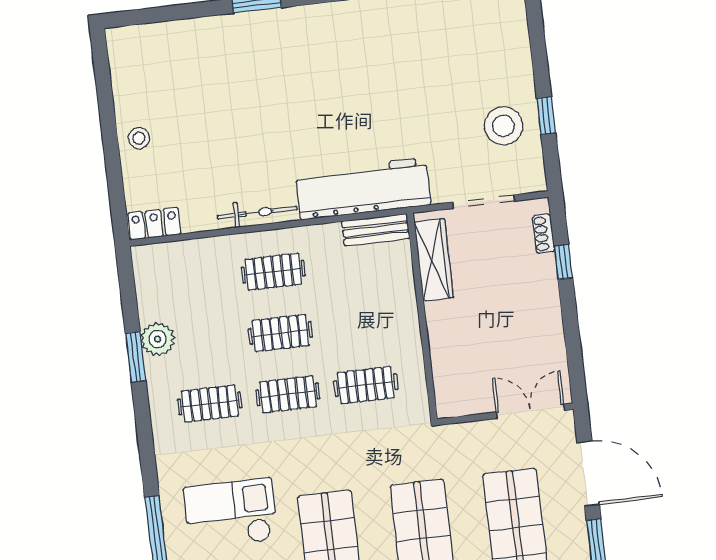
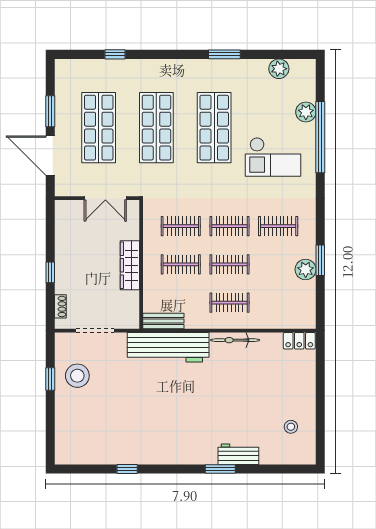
workbench: (230, 30) -> (238, 454), added
stool: (139, 138) -> (291, 427), moved
wardrobe: (434, 260) -> (130, 265), moved
window: (563, 262) -> (50, 272), moved
clothes rail: (359, 324) -> (181, 264), added
double door: (530, 411) -> (105, 198), moved

